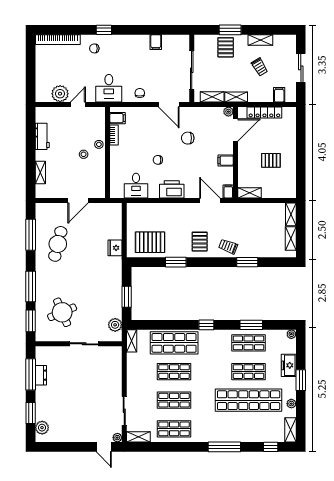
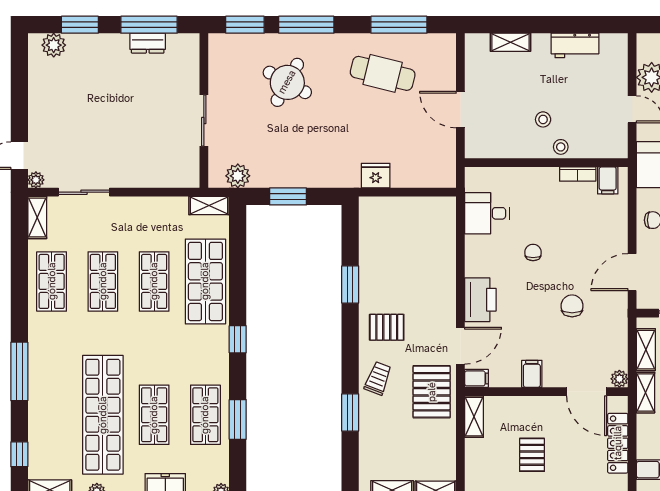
printer: (172, 189) -> (480, 300), moved
pallet: (150, 242) -> (432, 392), moved
round table: (62, 312) -> (287, 82), moved, turned -38

